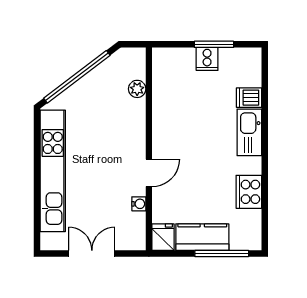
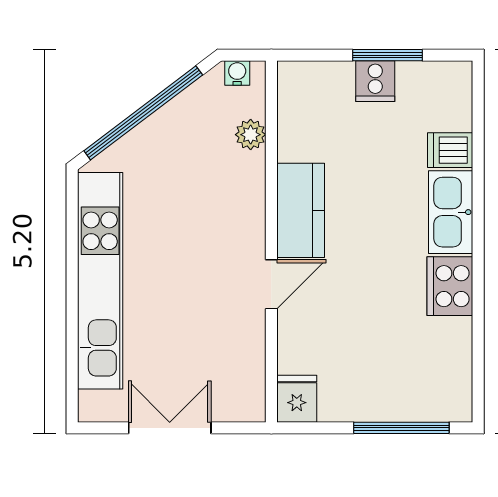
cooker: (249, 192) -> (450, 286), moved
water cooler: (139, 204) -> (237, 73), moved, turned -90
kitchen counter: (202, 237) -> (301, 210), moved, turned 90

